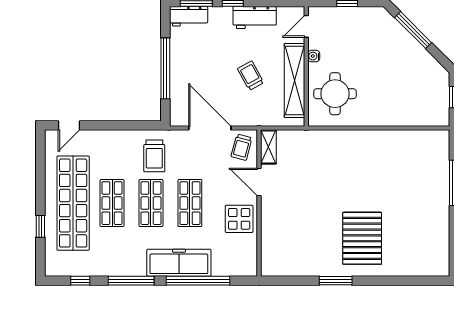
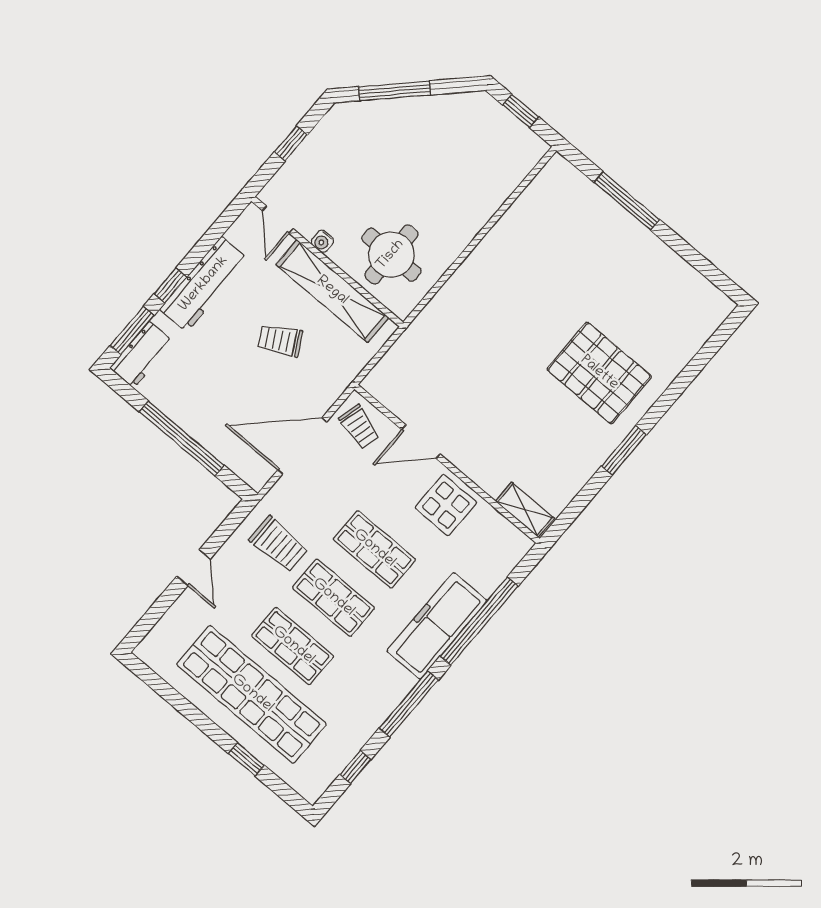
workbench: (255, 18) -> (204, 284), width x1.38
door: (69, 125) -> (194, 568), moved
shelving: (268, 147) -> (525, 510), moved

